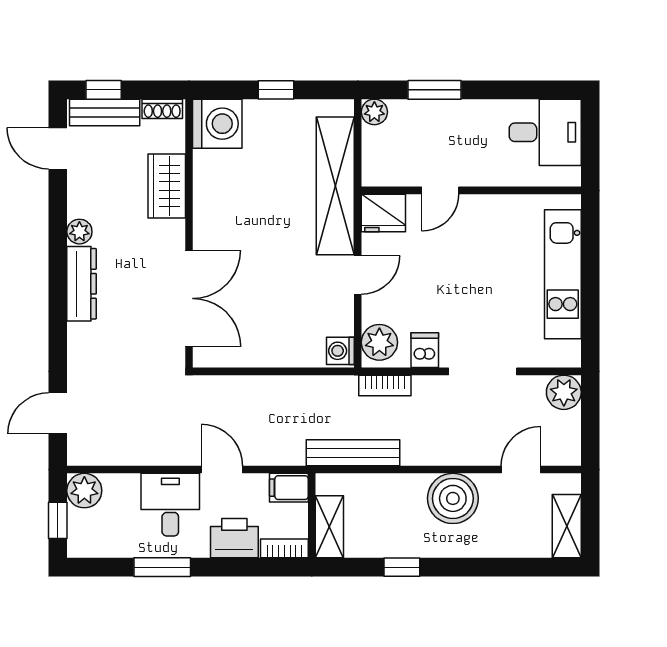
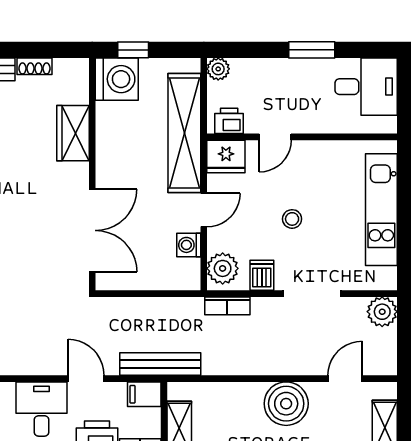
window: (434, 90) -> (312, 50), moved
washing machine: (217, 124) -> (117, 79), moved
printer: (387, 172) -> (229, 121), added
wardrobe: (167, 186) -> (73, 133), moved
wall: (189, 233) -> (92, 174), moved
stool: (460, 285) -> (292, 219), added
double door: (189, 298) -> (92, 230), moved
washing machine: (340, 351) -> (189, 245), moved
bench: (353, 453) -> (160, 364), moved

